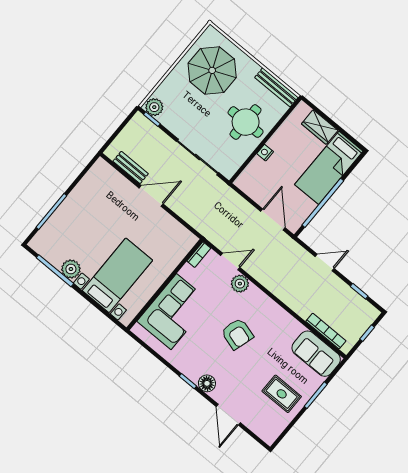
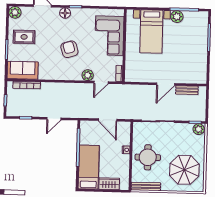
door: (273, 220) -> (108, 120), moved
armchair: (237, 334) -> (69, 49), turned 57
plant: (269, 433) -> (15, 12), added

